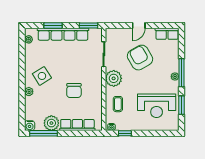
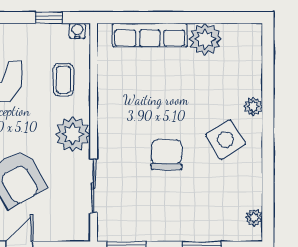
row of seats: (63, 34) -> (180, 229), removed
chair: (74, 91) -> (166, 155), moved
water cooler: (30, 126) -> (252, 34), removed
window: (44, 133) -> (222, 18), removed

